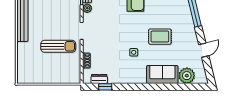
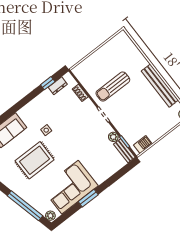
rug: (160, 37) -> (35, 160), width x1.36, depth x1.43

